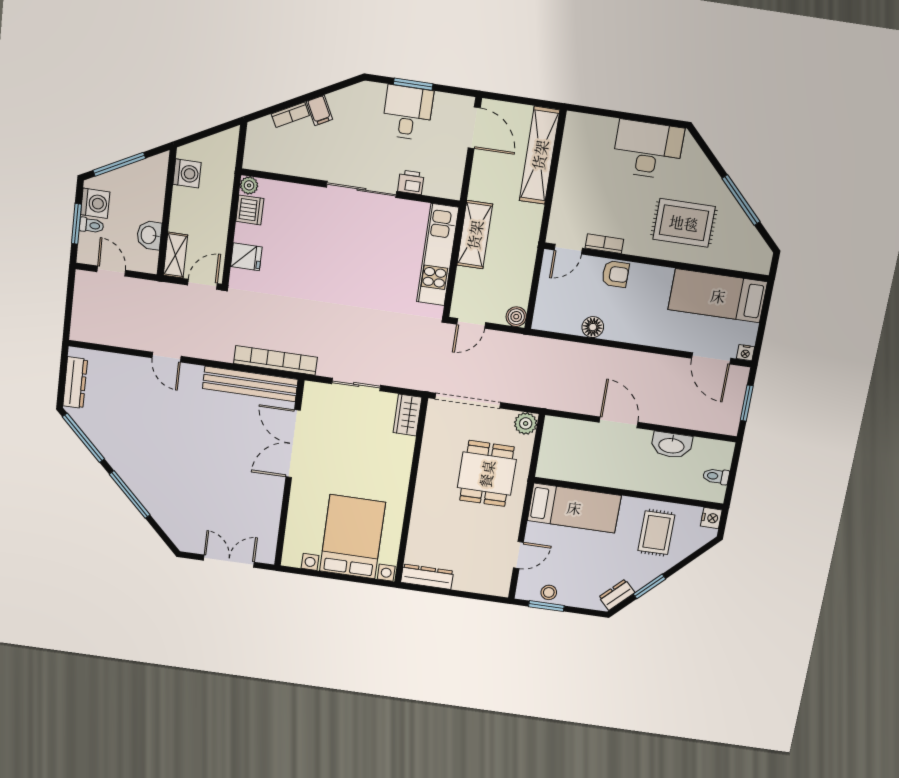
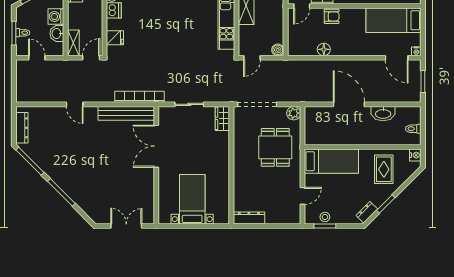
washing machine: (95, 203) -> (56, 17), moved, turned 180
door: (619, 422) -> (349, 104), width x1.36
bed with nightstands: (352, 537) -> (192, 199), width x0.73

